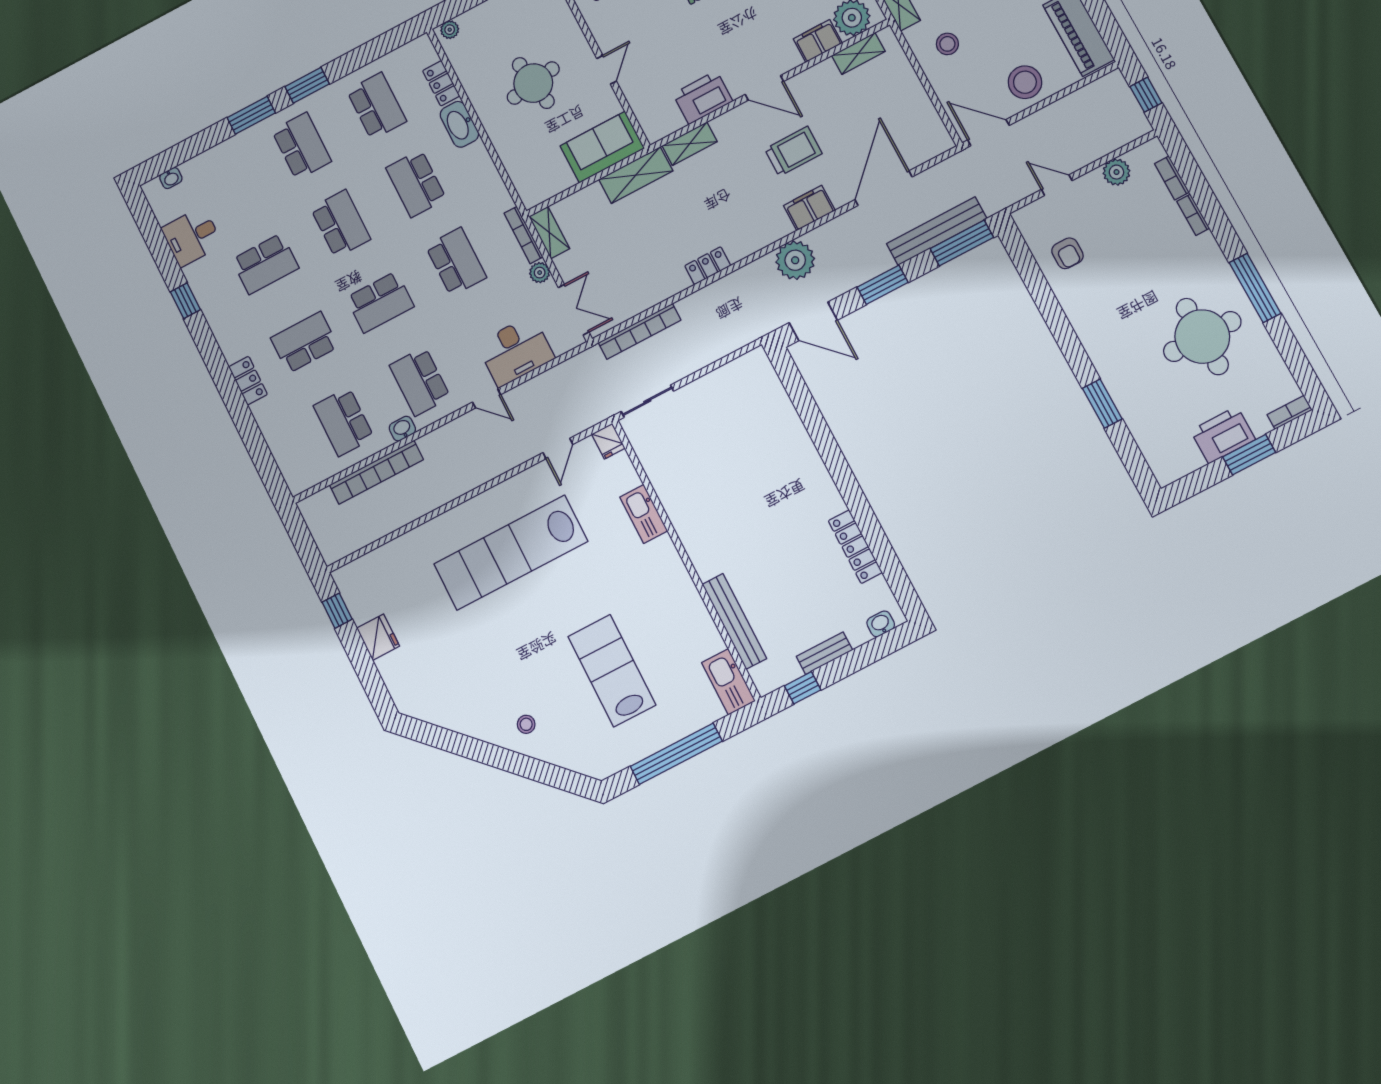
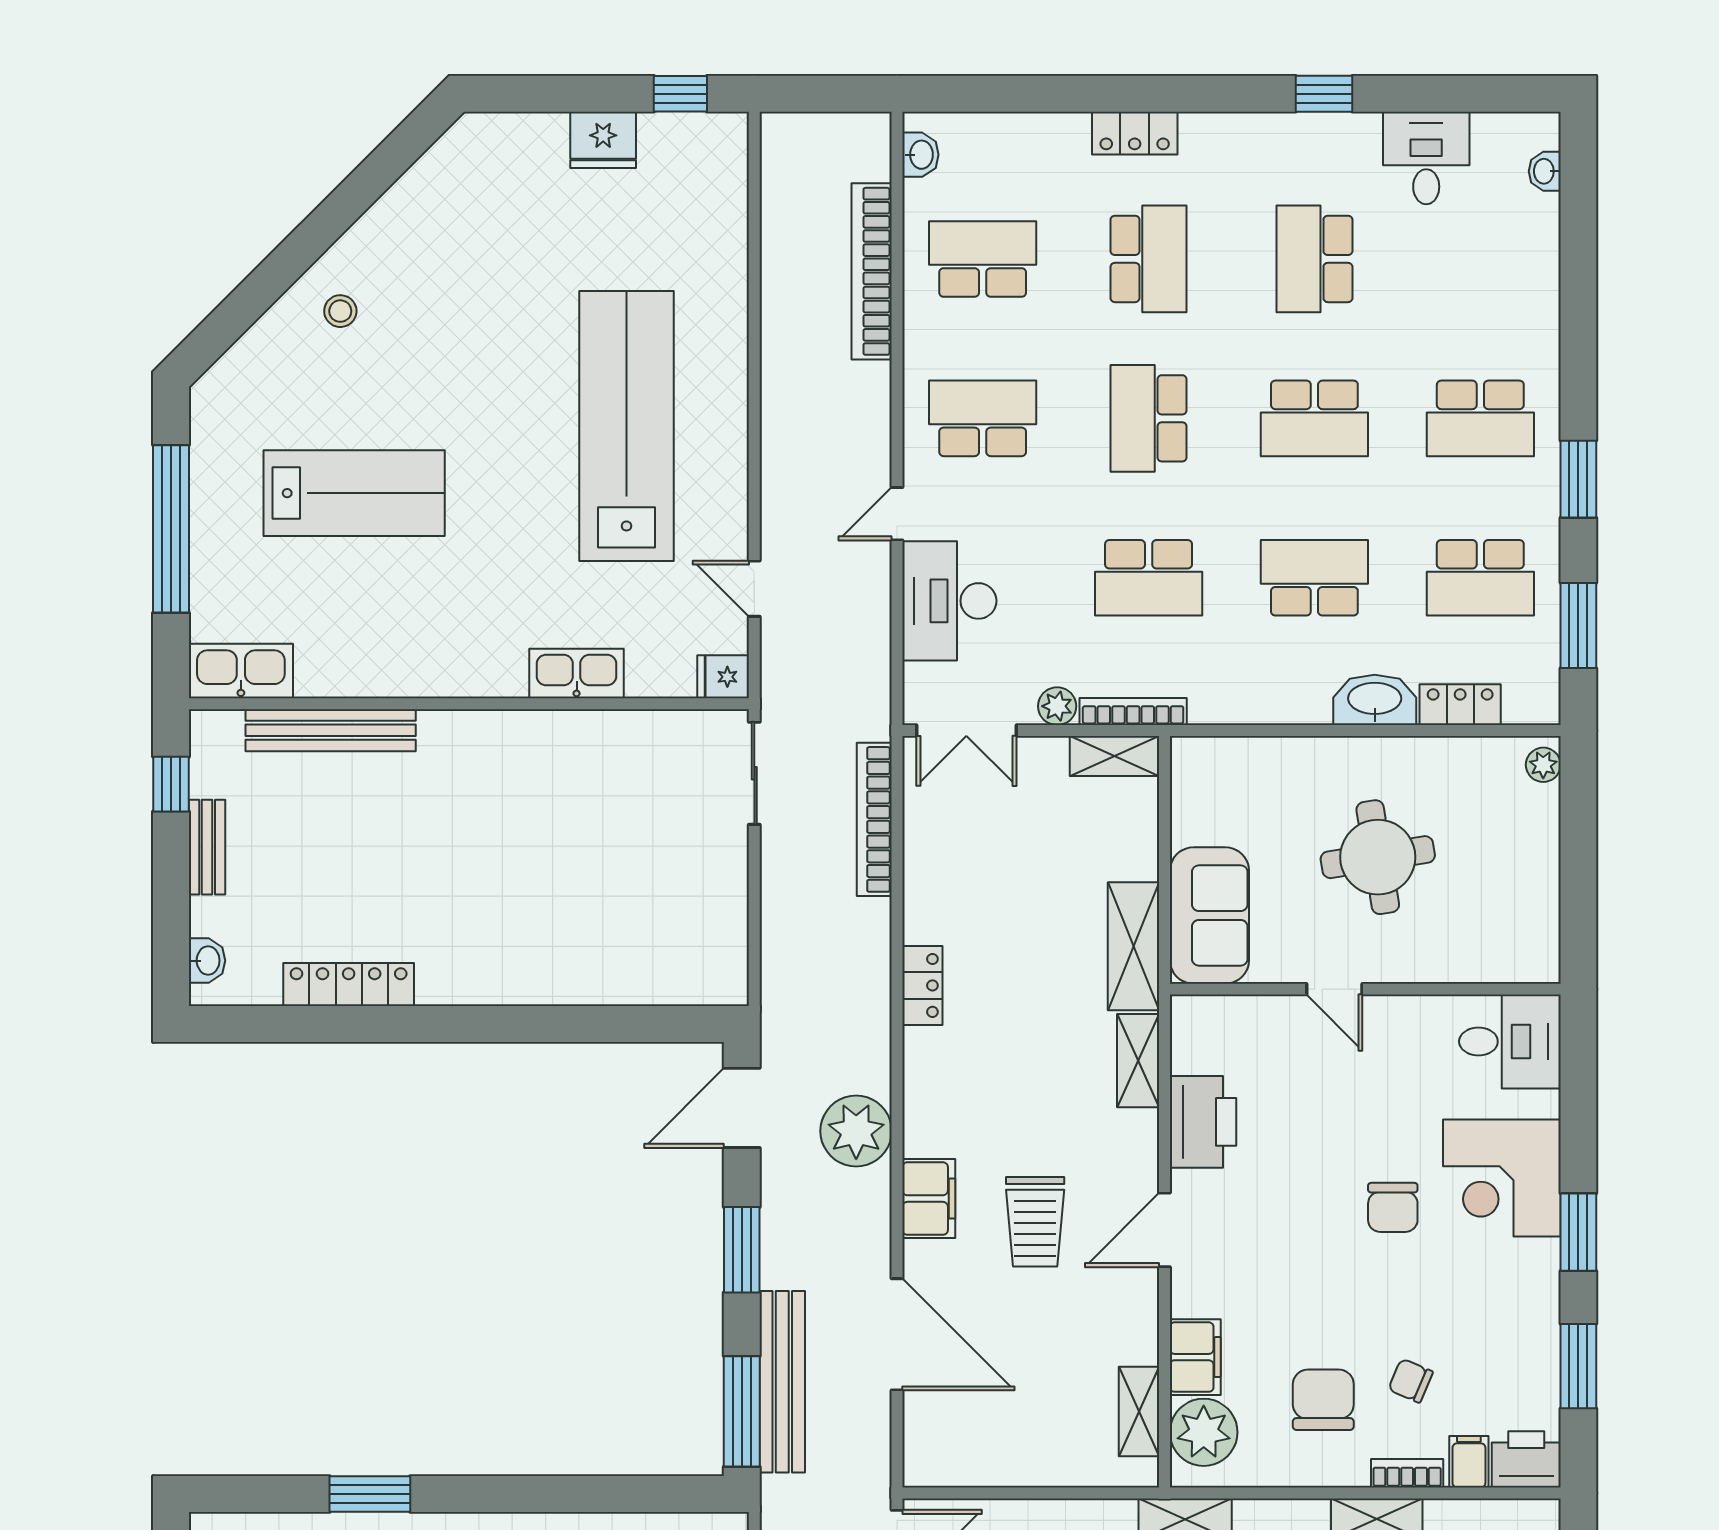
window: (251, 115) -> (1578, 626), moved
washbasin: (402, 429) -> (920, 155), moved

